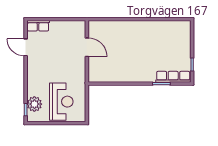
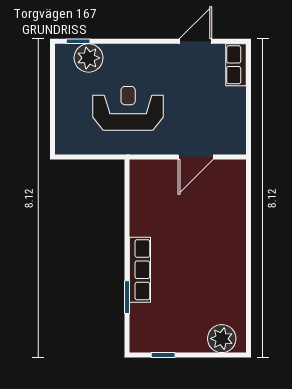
plant: (183, 33) -> (222, 339), added
row of seats: (173, 77) -> (140, 270), moved
reception desk: (61, 102) -> (128, 108), moved, turned 180

